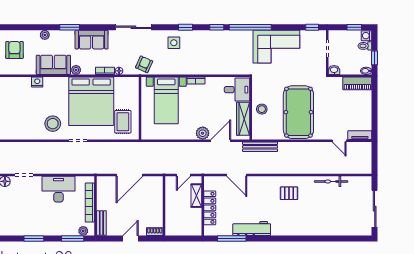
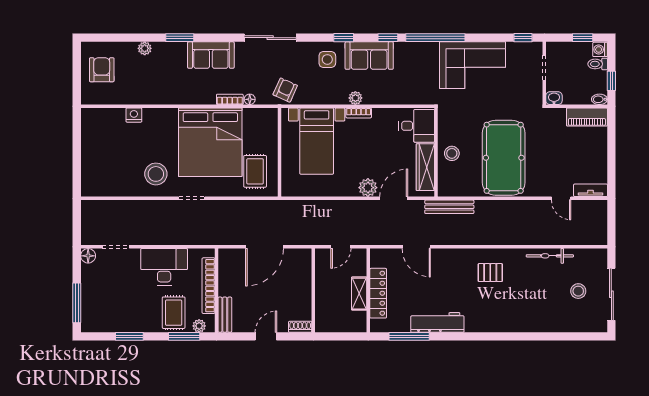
sofa: (53, 65) -> (369, 56), moved, turned 180
plant: (76, 70) -> (355, 98), moved
shelving: (196, 196) -> (359, 294), moved
stool: (351, 206) -> (578, 291), added
rug: (65, 222) -> (174, 313), added

